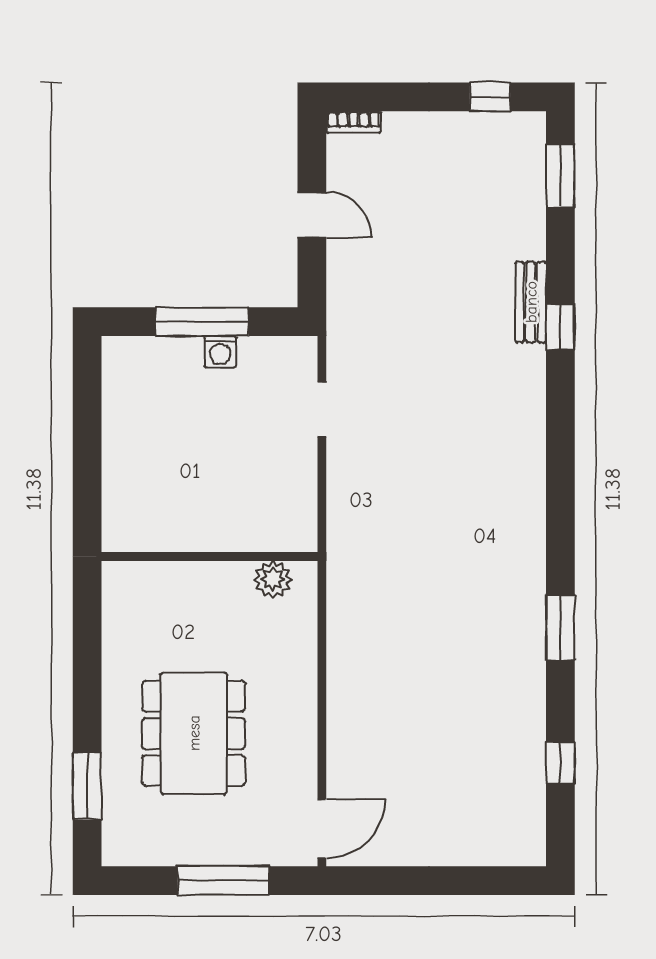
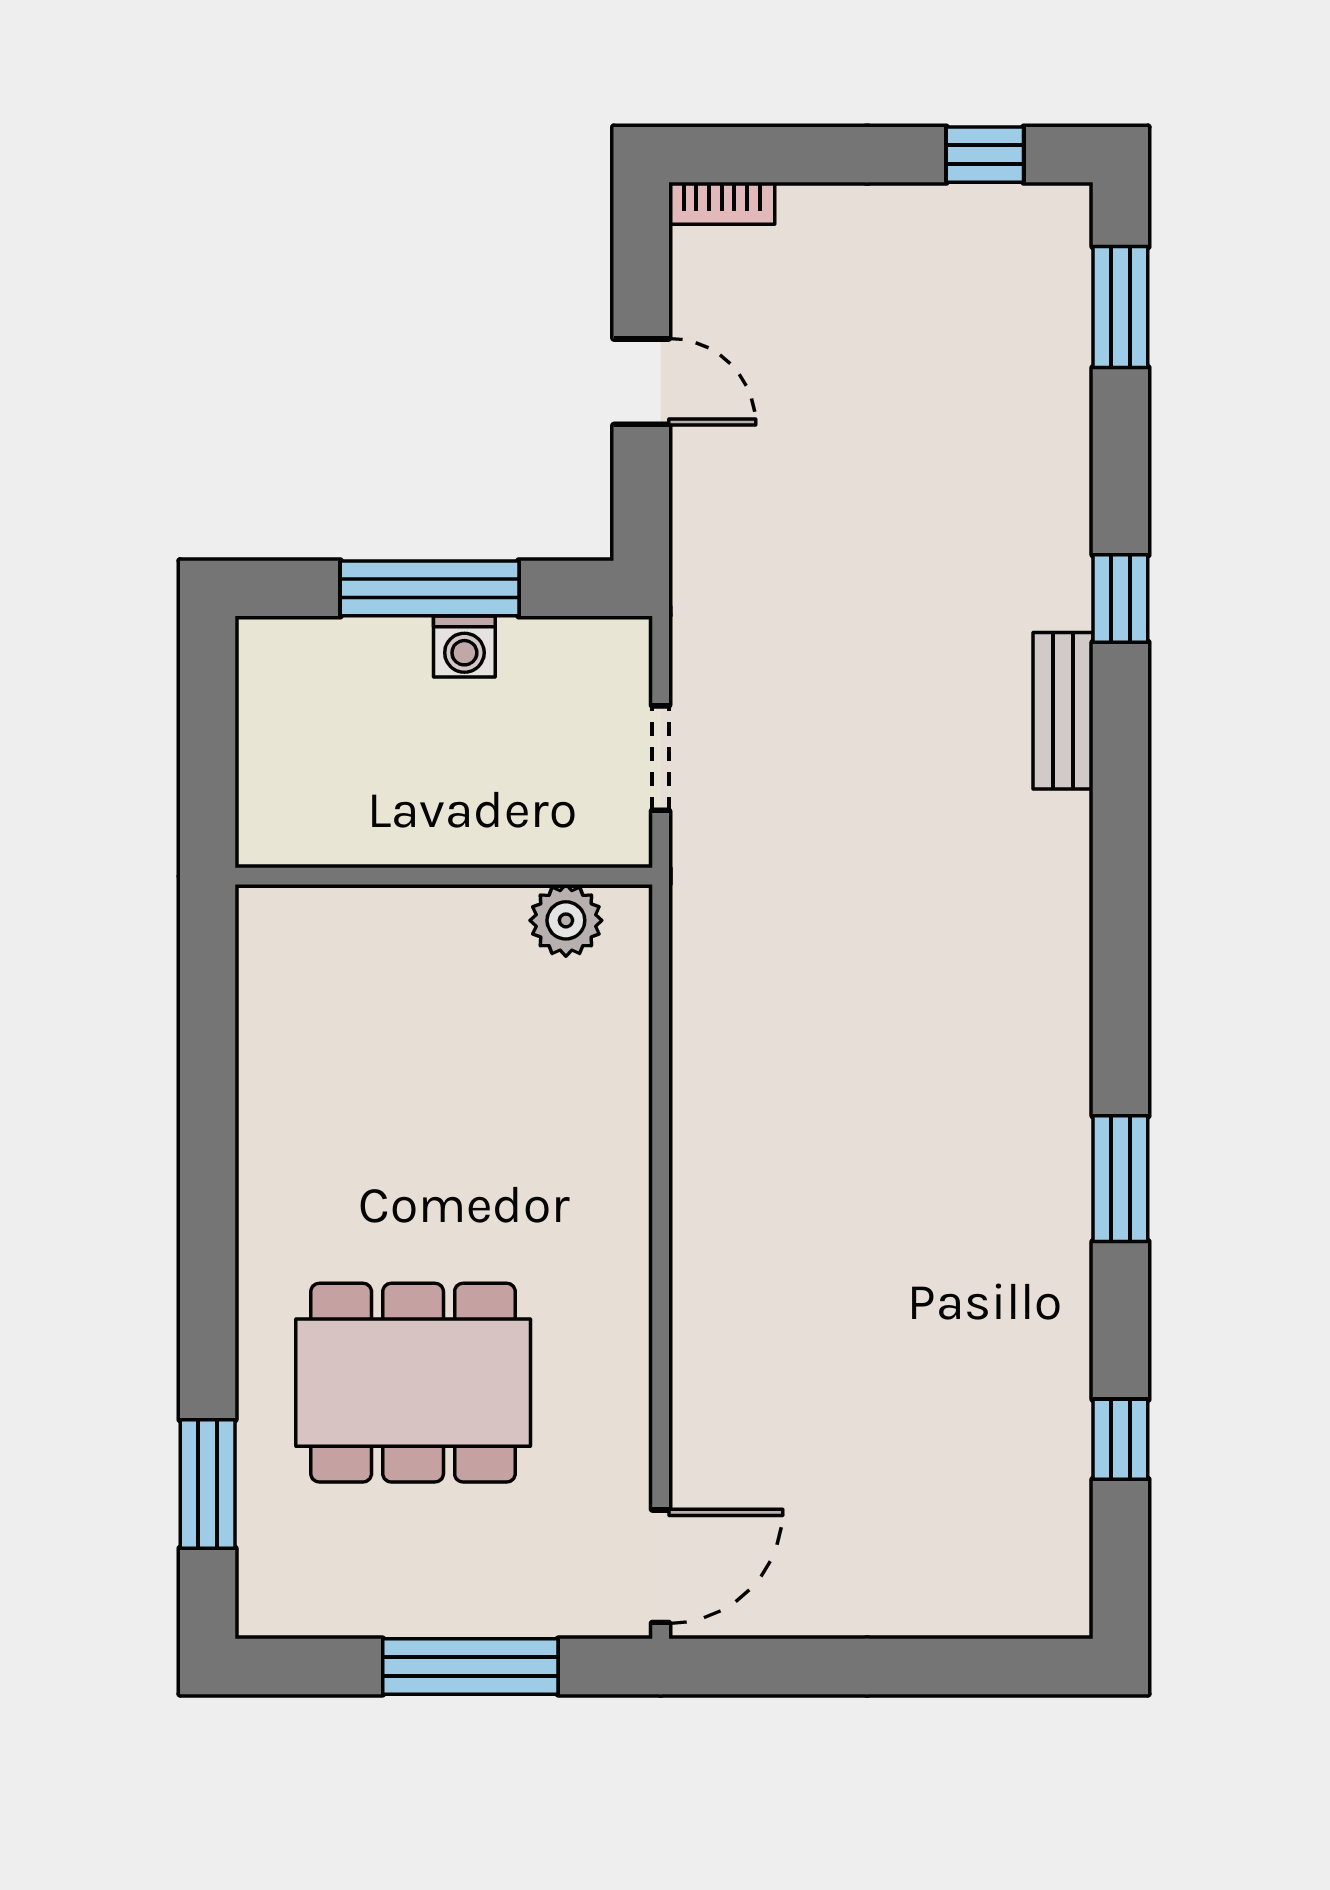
bench: (531, 302) -> (1063, 711), moved
wall: (210, 557) -> (444, 876), moved
plant: (273, 579) -> (566, 920), moved
dining table: (194, 733) -> (413, 1383), turned 90

